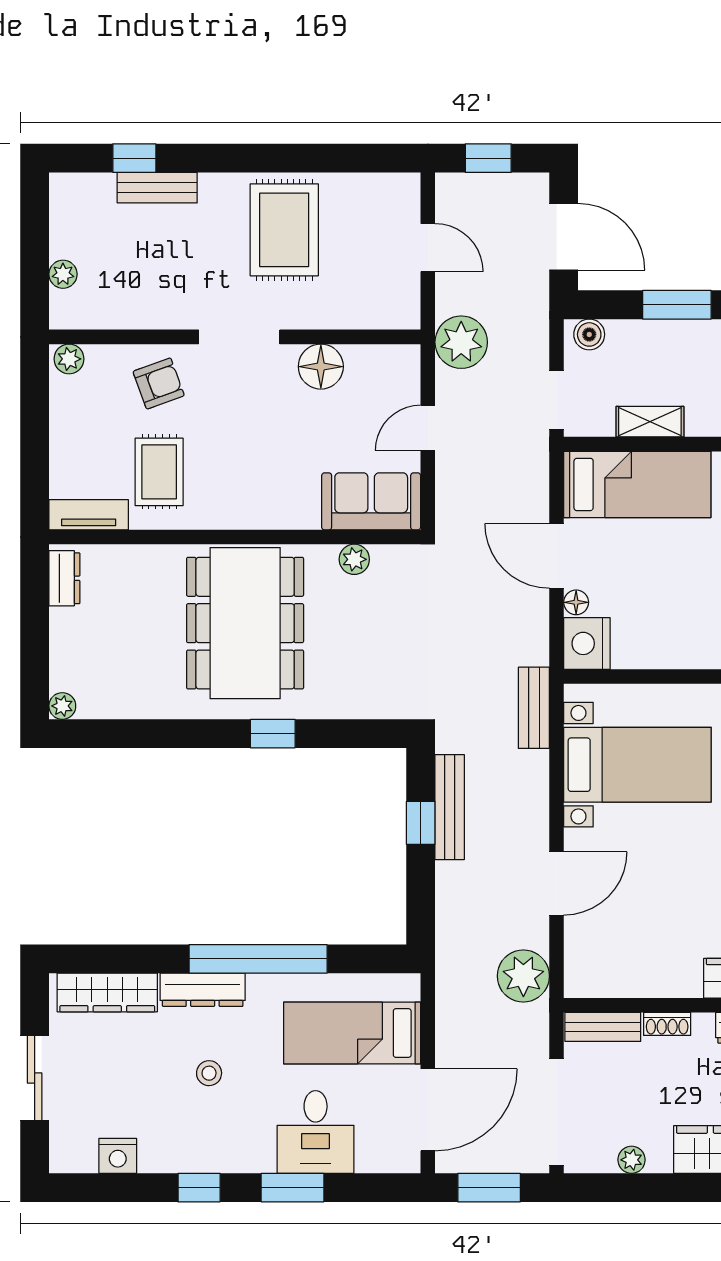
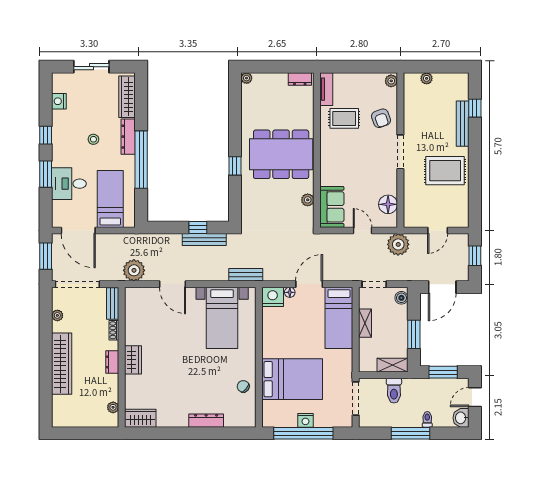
bench: (157, 188) -> (463, 124), width x1.36
floor lamp: (321, 367) -> (388, 204), moved

